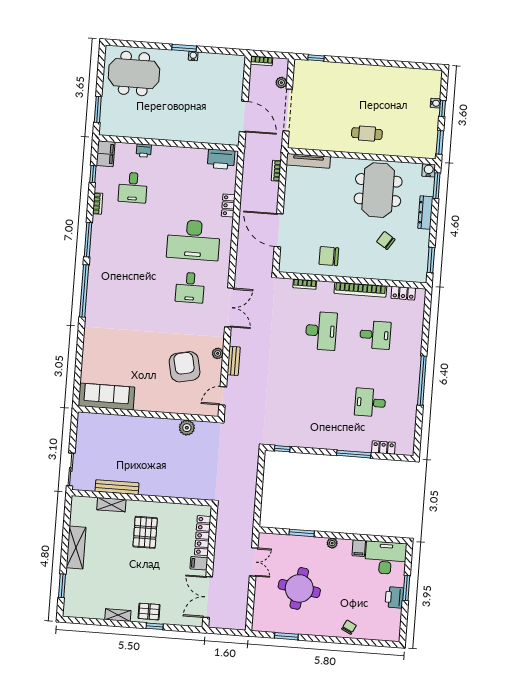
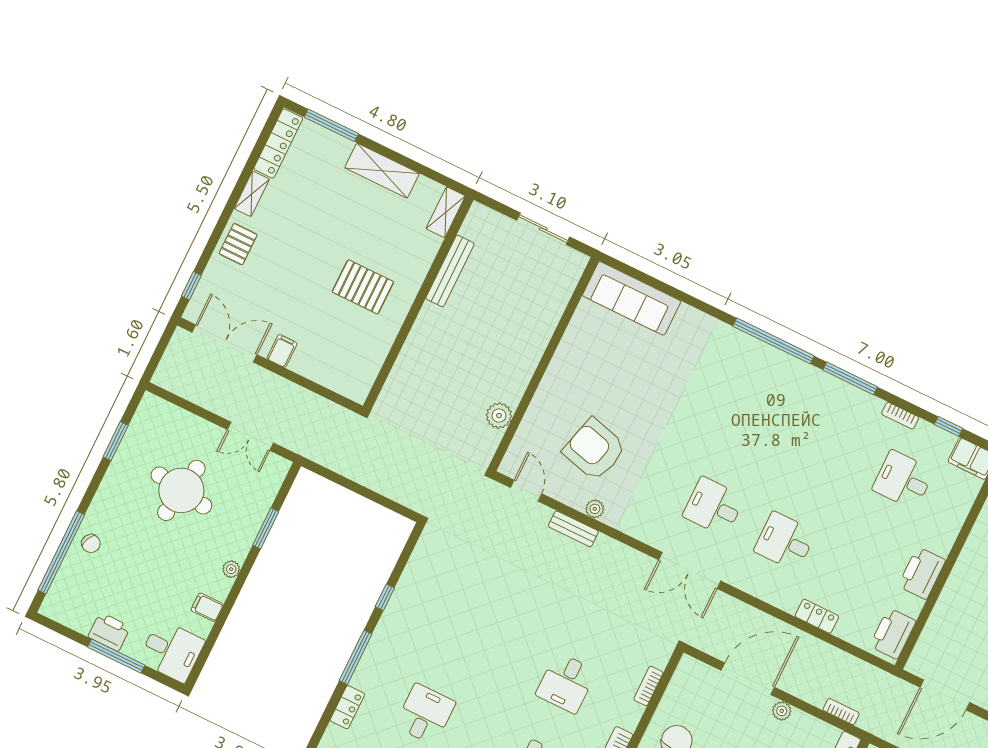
printer: (144, 151) -> (922, 573), moved, width x1.87, depth x1.48
plant: (289, 204) -> (782, 711), added
desk: (194, 240) -> (785, 541), width x0.53, depth x0.77
double door: (229, 307) -> (690, 570), moved
desk: (321, 331) -> (566, 683), width x0.73
armchair: (185, 367) -> (595, 449), turned -153
sofa: (106, 397) -> (632, 298), moved, turned 90
window: (282, 449) -> (385, 597), moved
sliding door: (71, 469) -> (543, 229), moved
shelving: (111, 505) -> (446, 212), moved
locker: (203, 536) -> (278, 143), moved, turned 90
desk: (386, 558) -> (172, 651), width x0.73
window: (62, 586) -> (331, 125), width x1.44
window: (406, 588) -> (116, 656), width x1.44
window: (155, 626) -> (191, 286), moved
window: (361, 642) -> (61, 552), added

